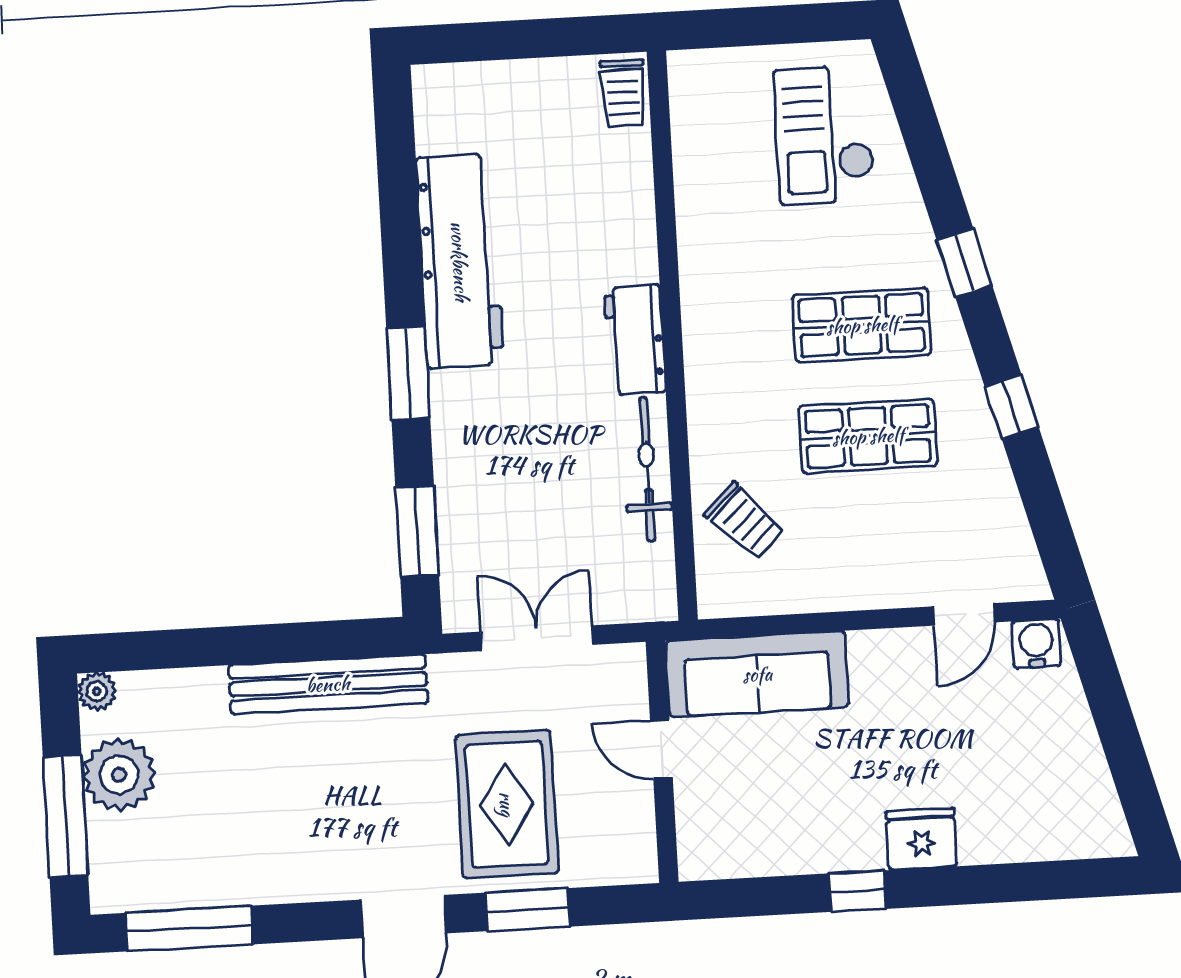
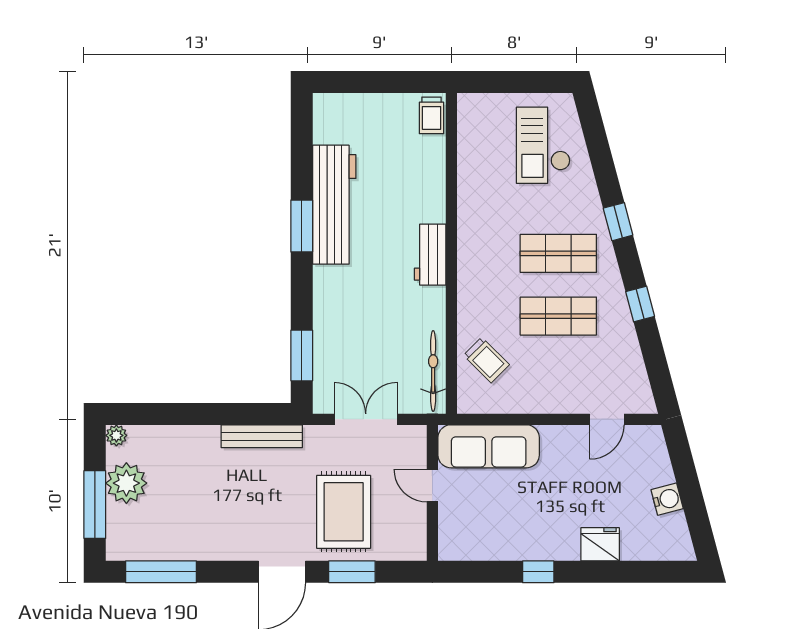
window: (408, 373) -> (302, 226), moved
bicycle: (647, 469) -> (433, 371), moved
water cooler: (1036, 644) -> (667, 499), moved, turned 75
bench: (328, 684) -> (262, 436), width x0.73, depth x0.82
fridge: (921, 839) -> (600, 544), moved

